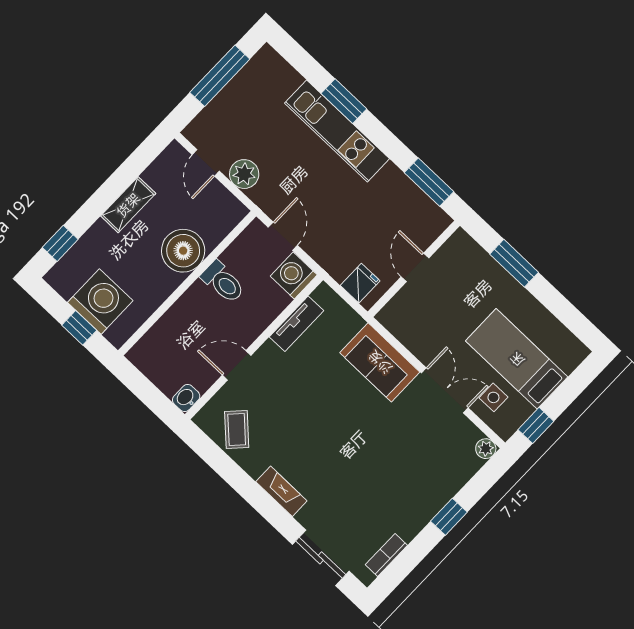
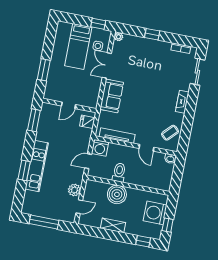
tv unit: (296, 324) -> (117, 136), width x1.41
window: (79, 328) -> (168, 225), moved

